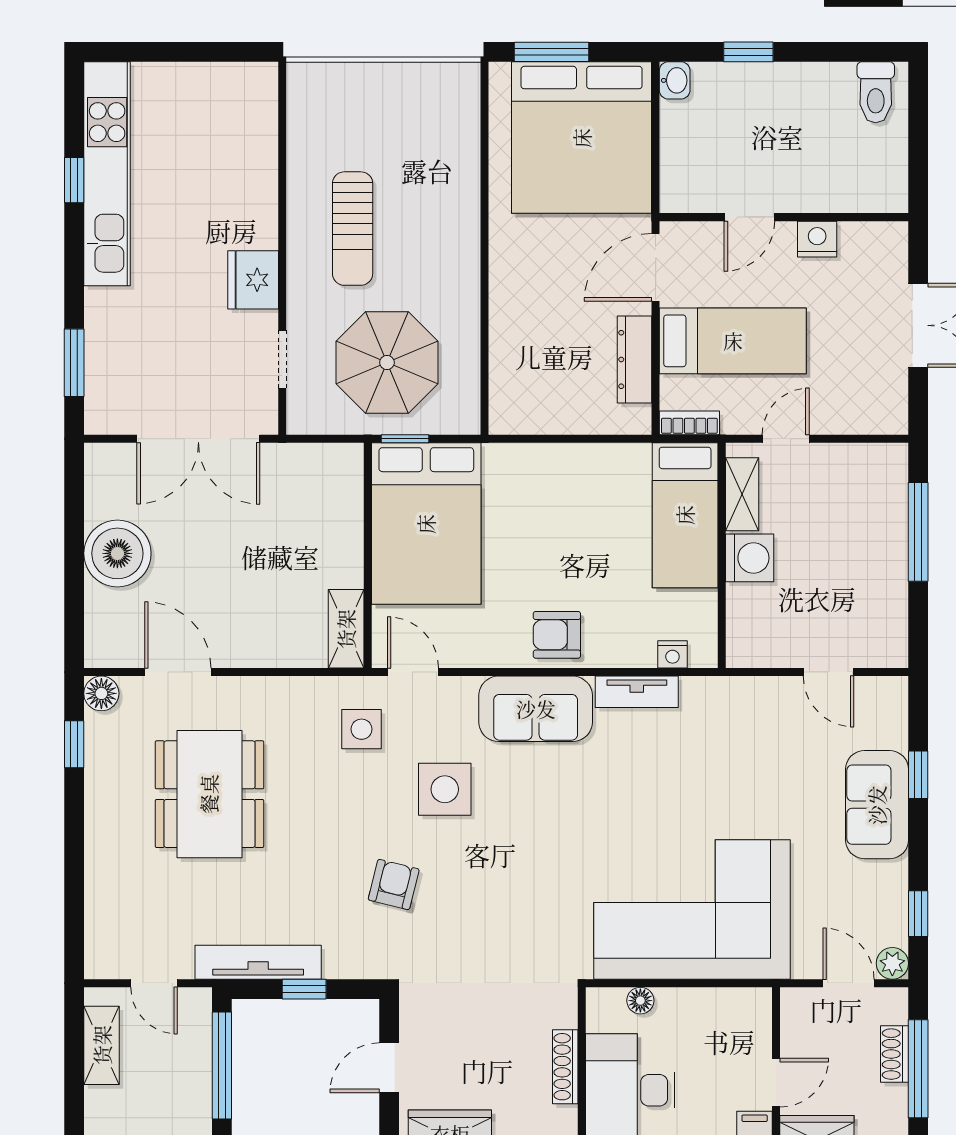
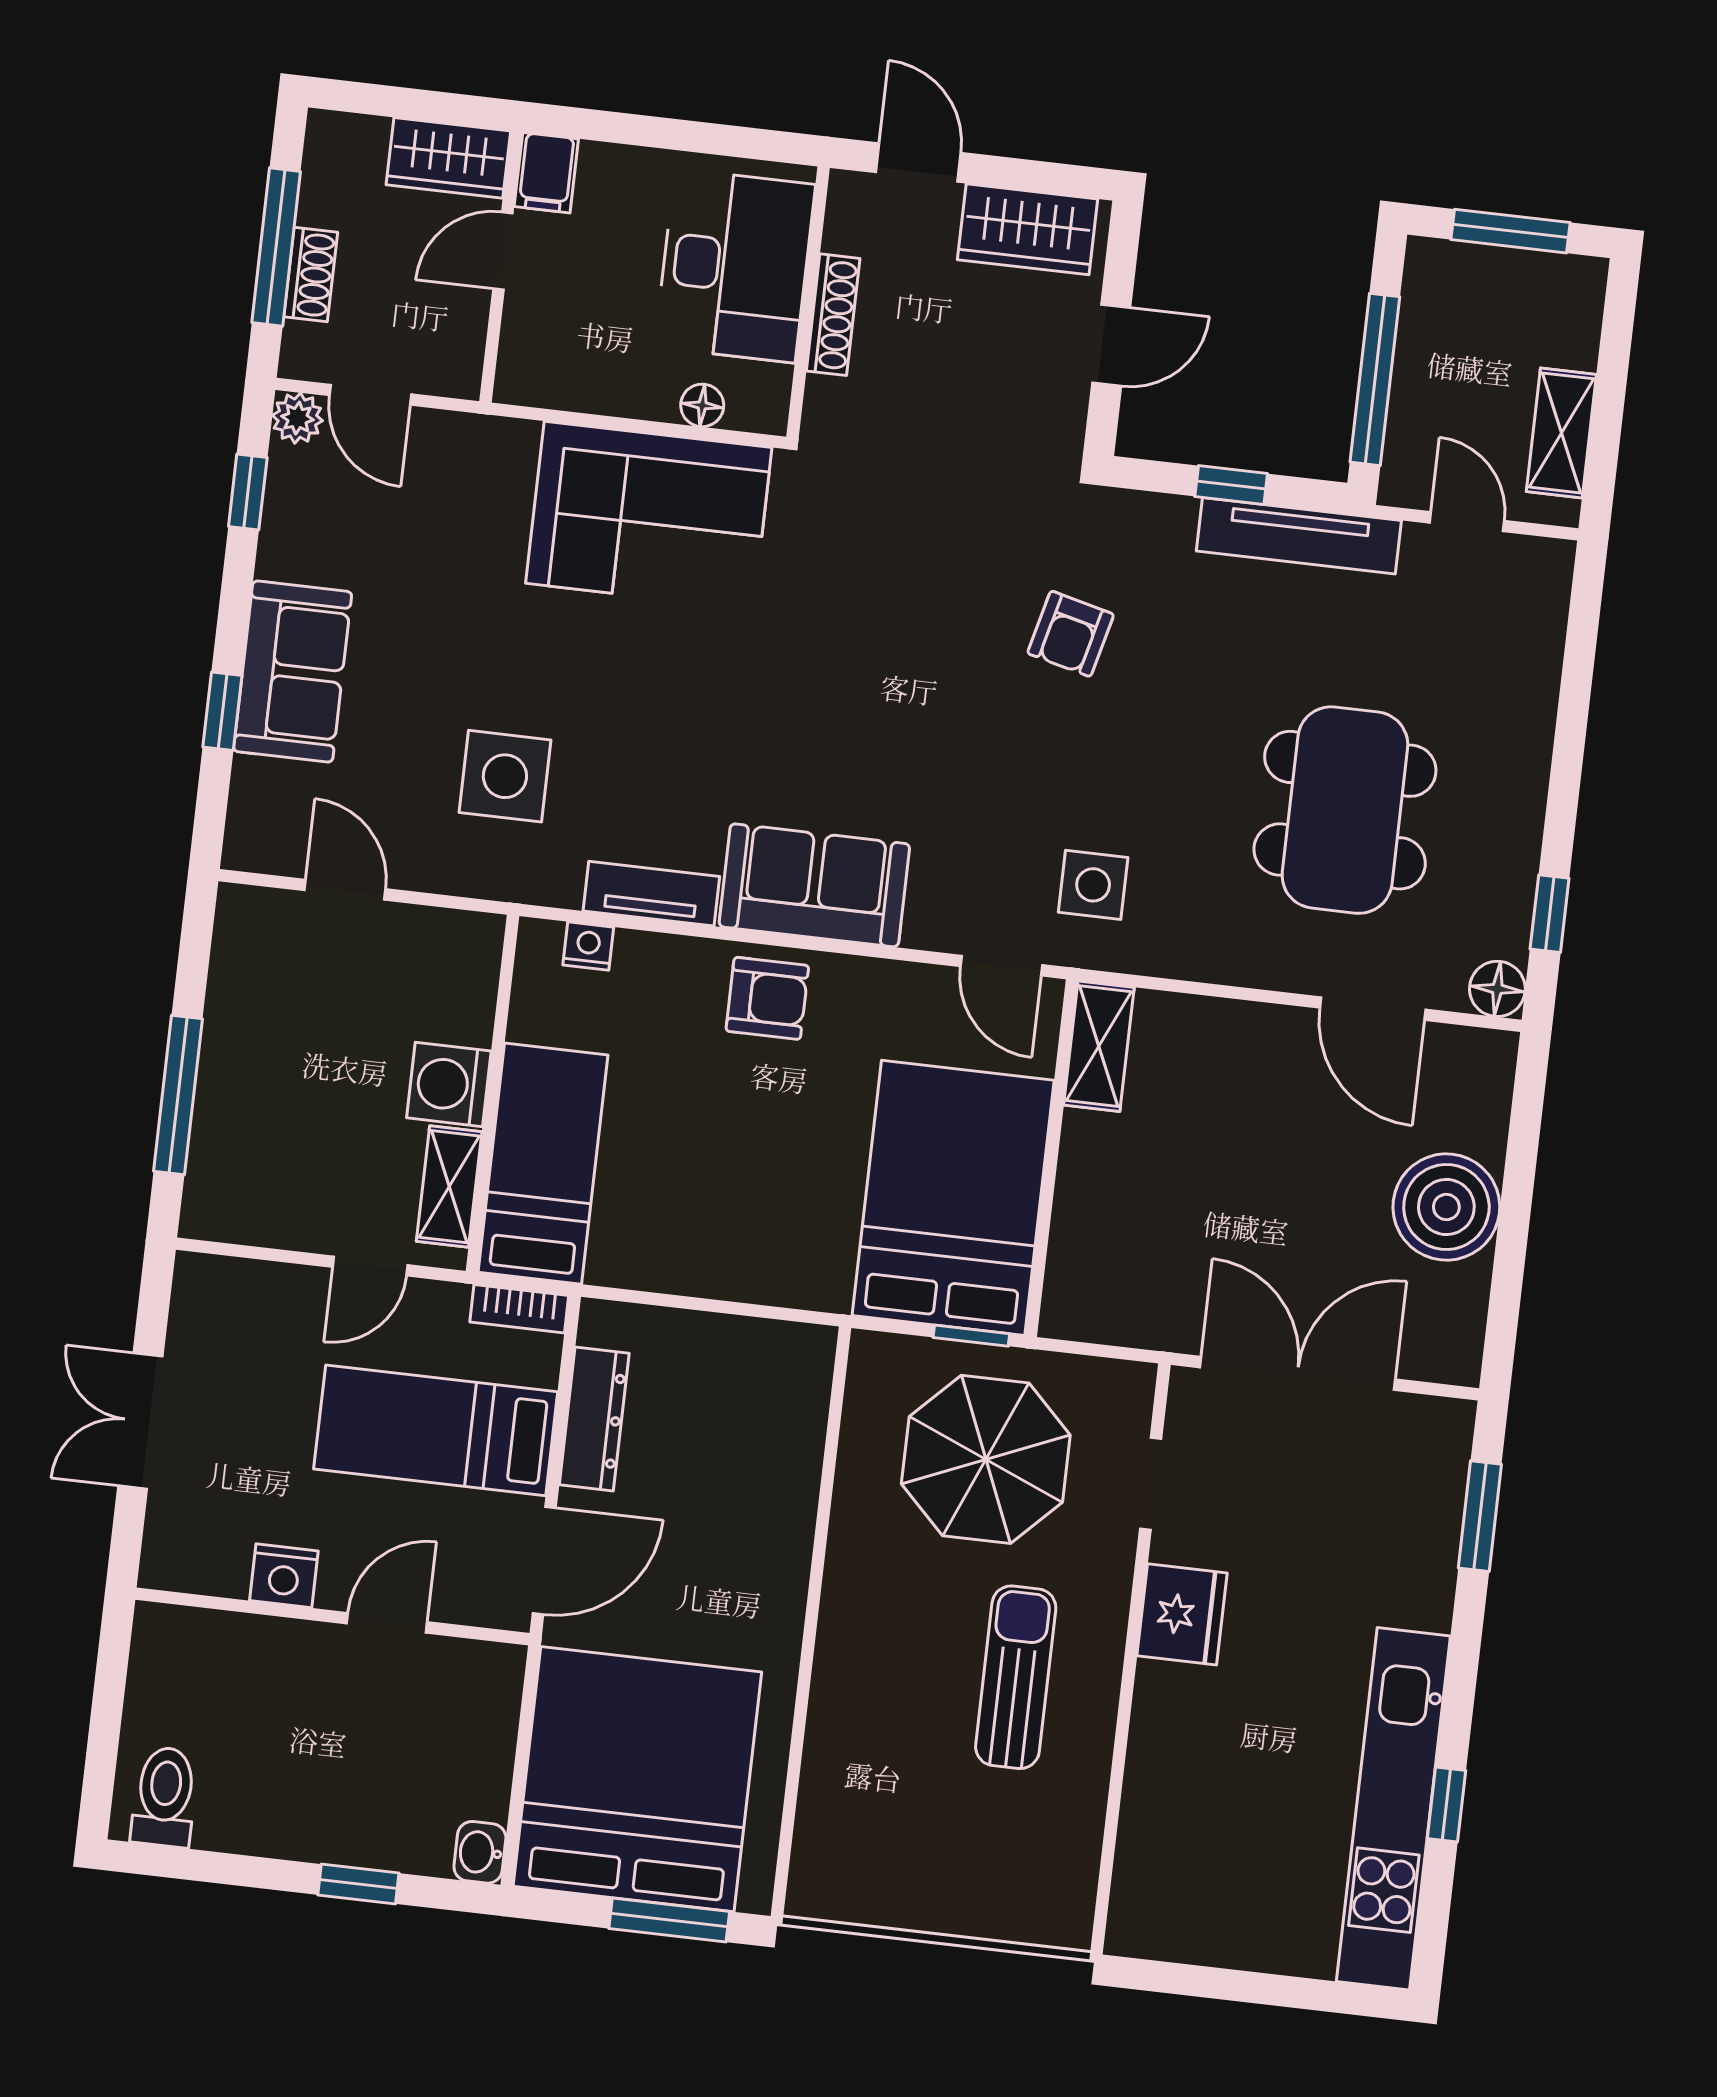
side table: (445, 789) -> (505, 776), moved
corner sofa: (692, 909) -> (649, 515), width x0.73, depth x0.74

